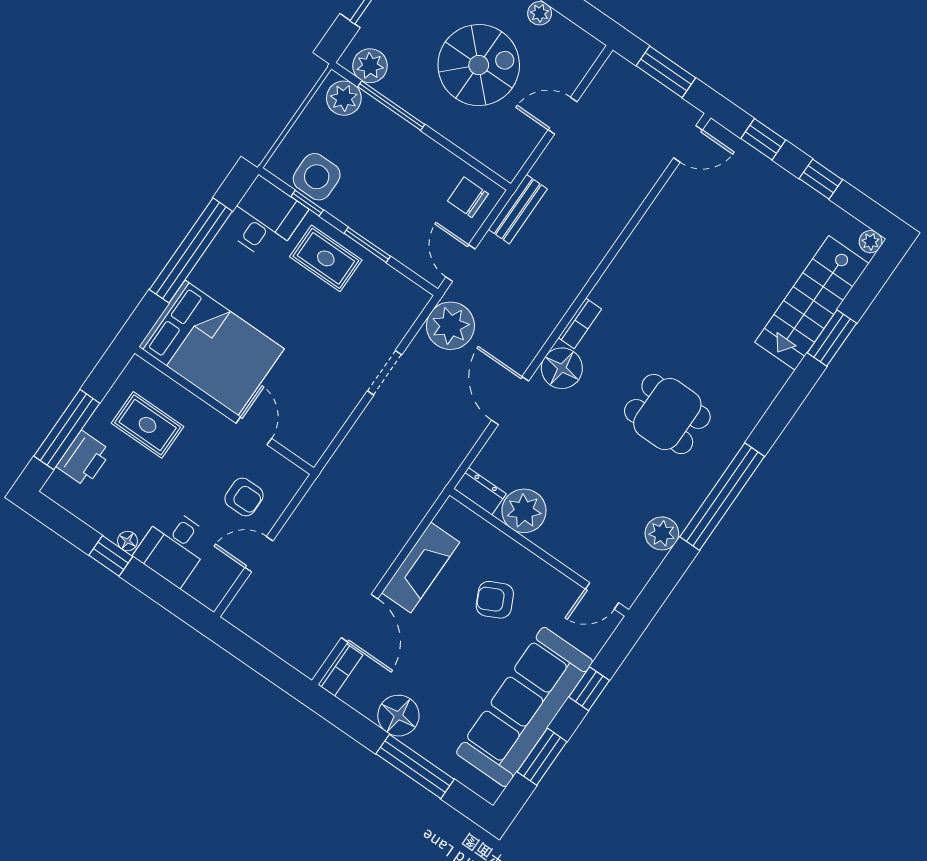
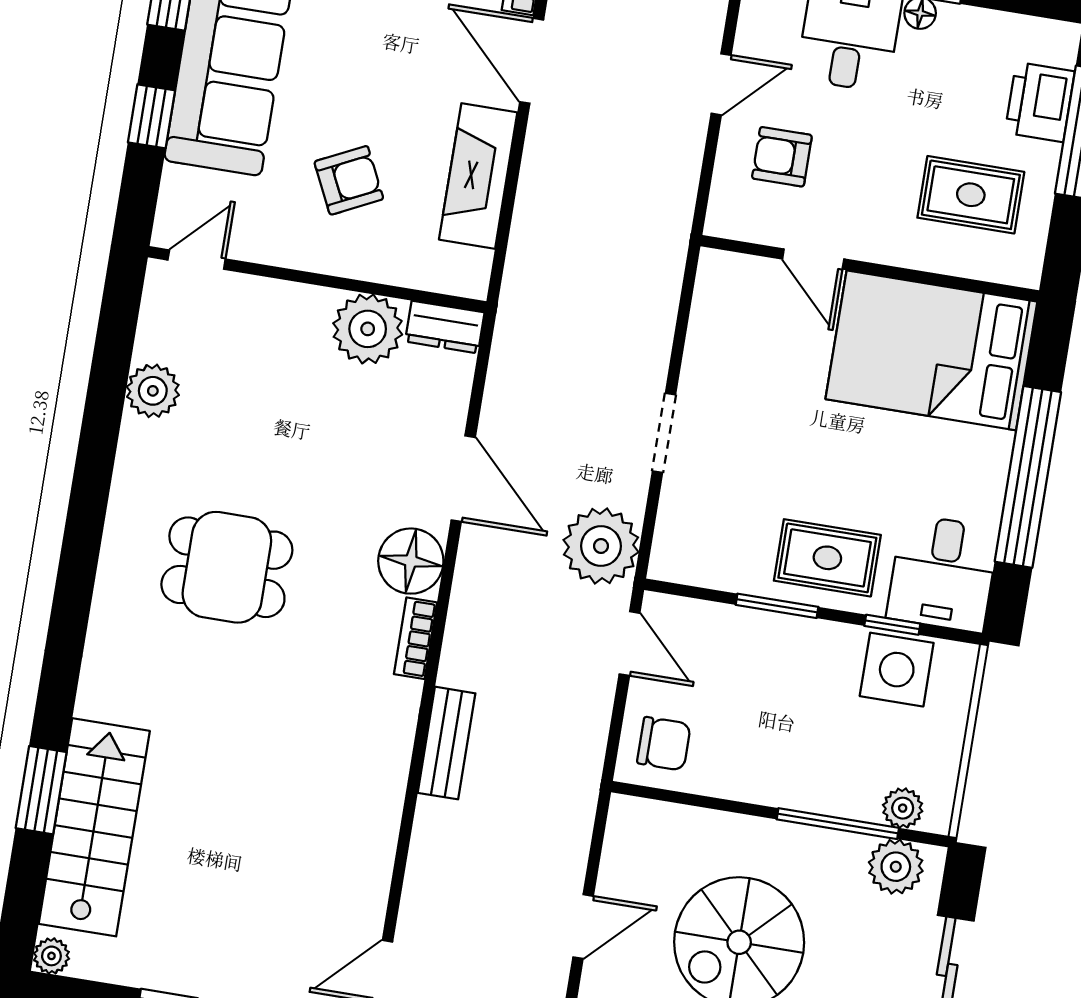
plant: (344, 98) -> (903, 808), width x0.73, depth x0.73
bench: (518, 209) -> (447, 743), moved
window: (722, 497) -> (91, 485), removed

